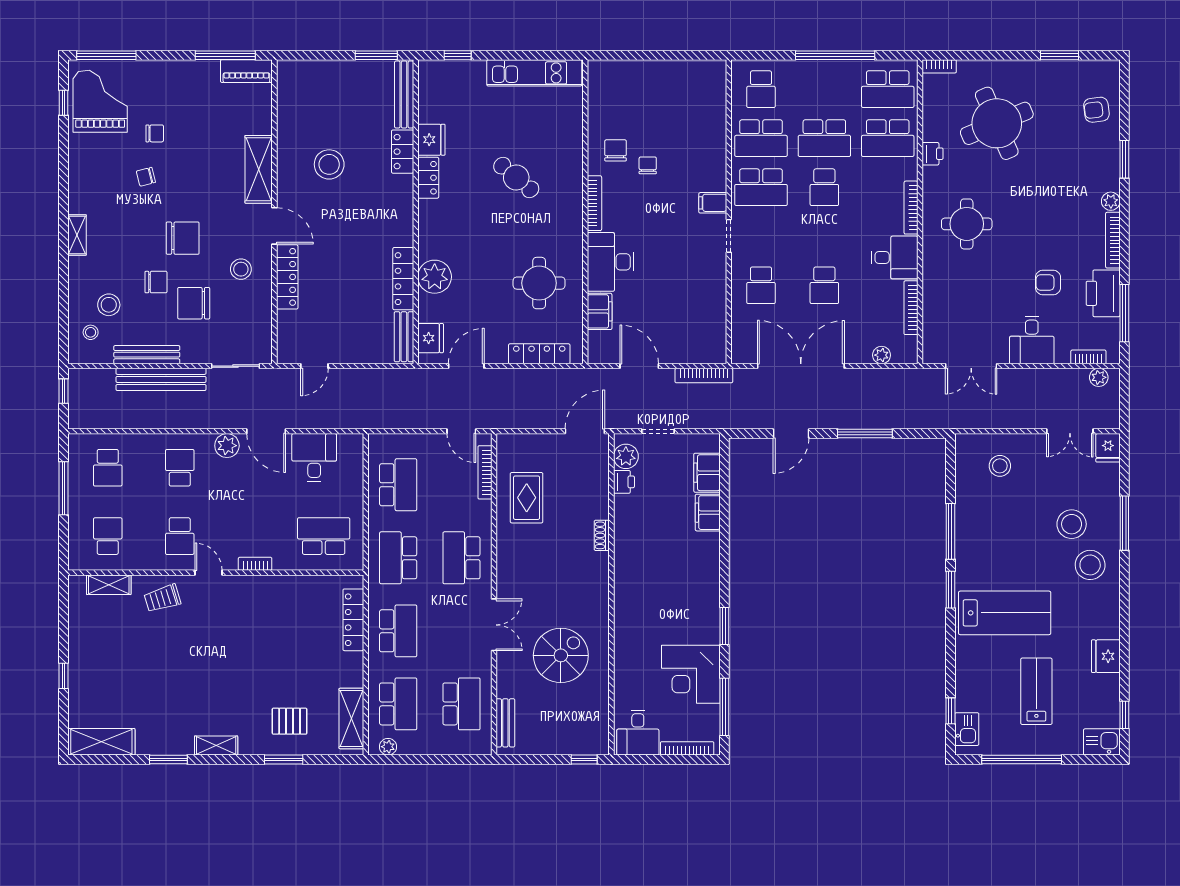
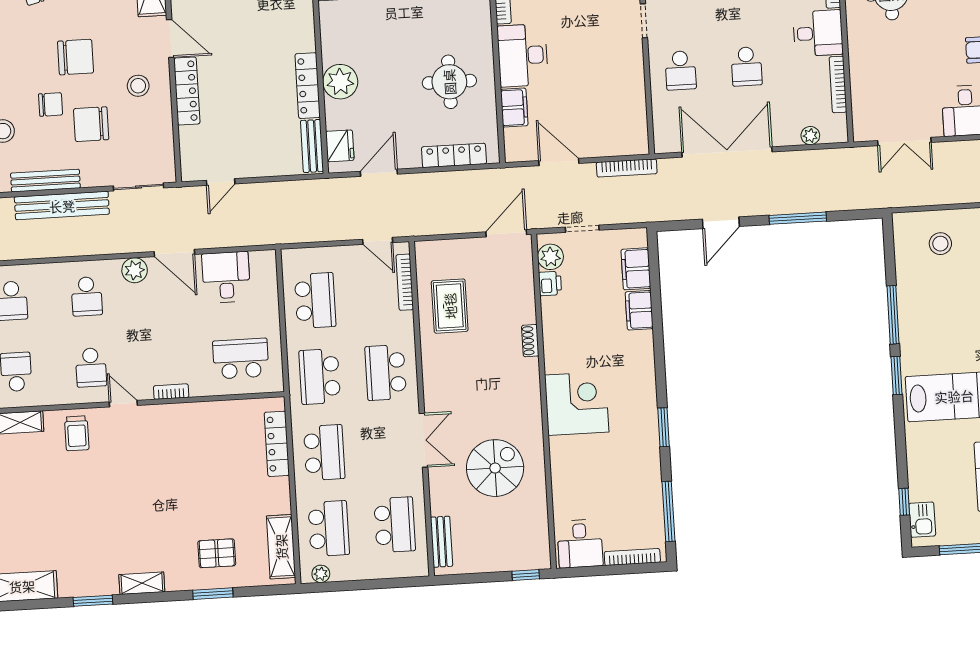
school desk: (180, 468) -> (87, 296), turned 180
trolley: (162, 598) -> (77, 433), turned -73
corner desk: (691, 674) -> (577, 403), moved, turned 180

